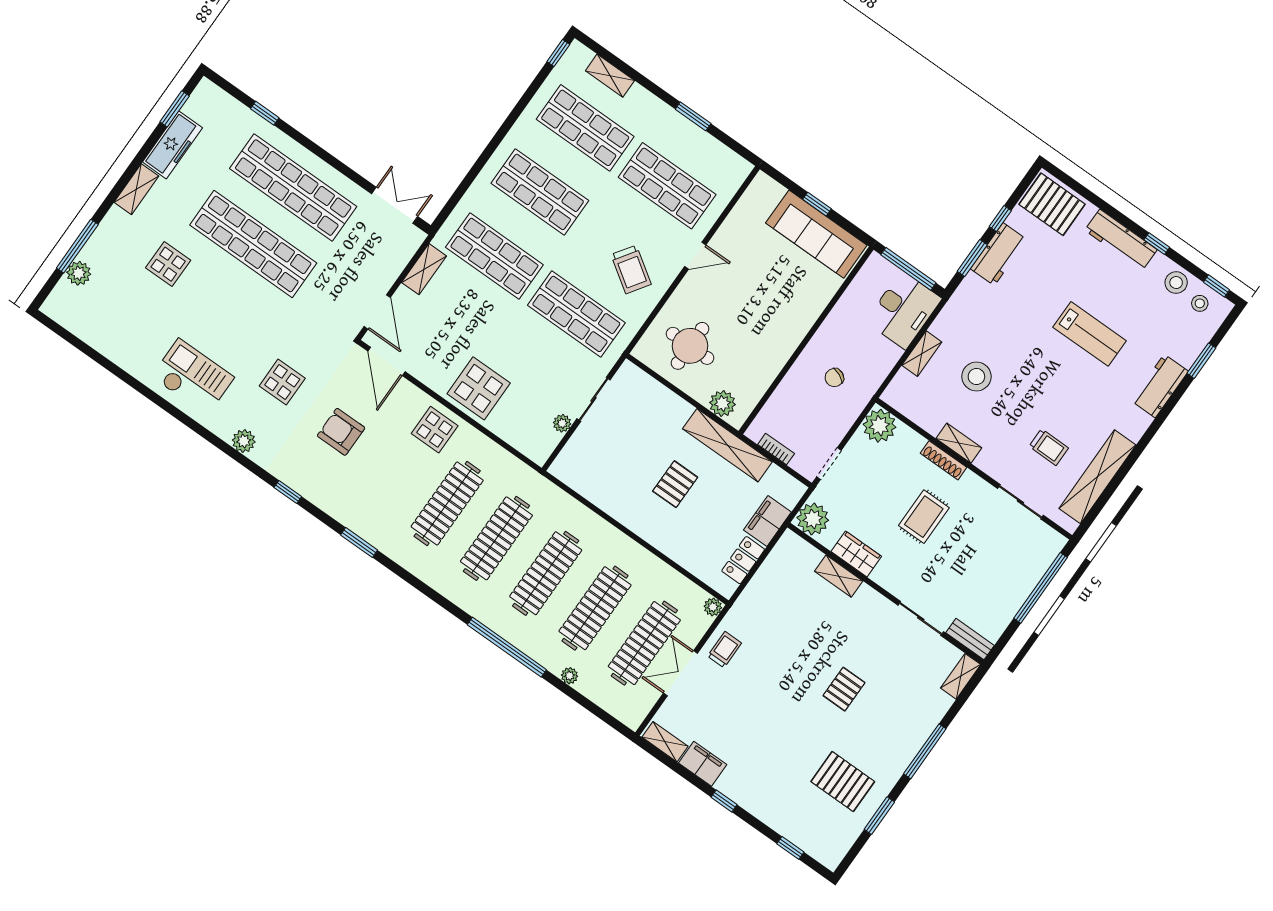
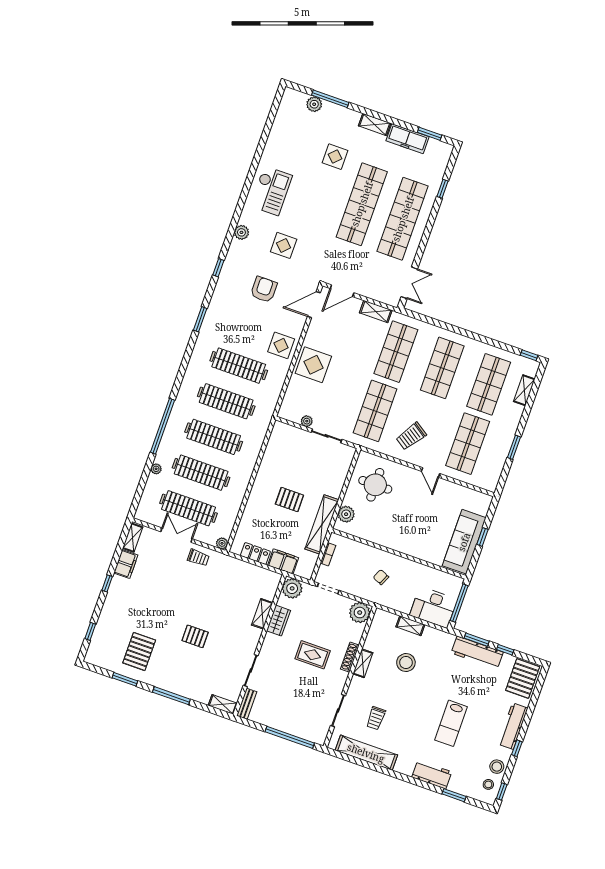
workbench: (999, 254) -> (477, 653), width x1.38

